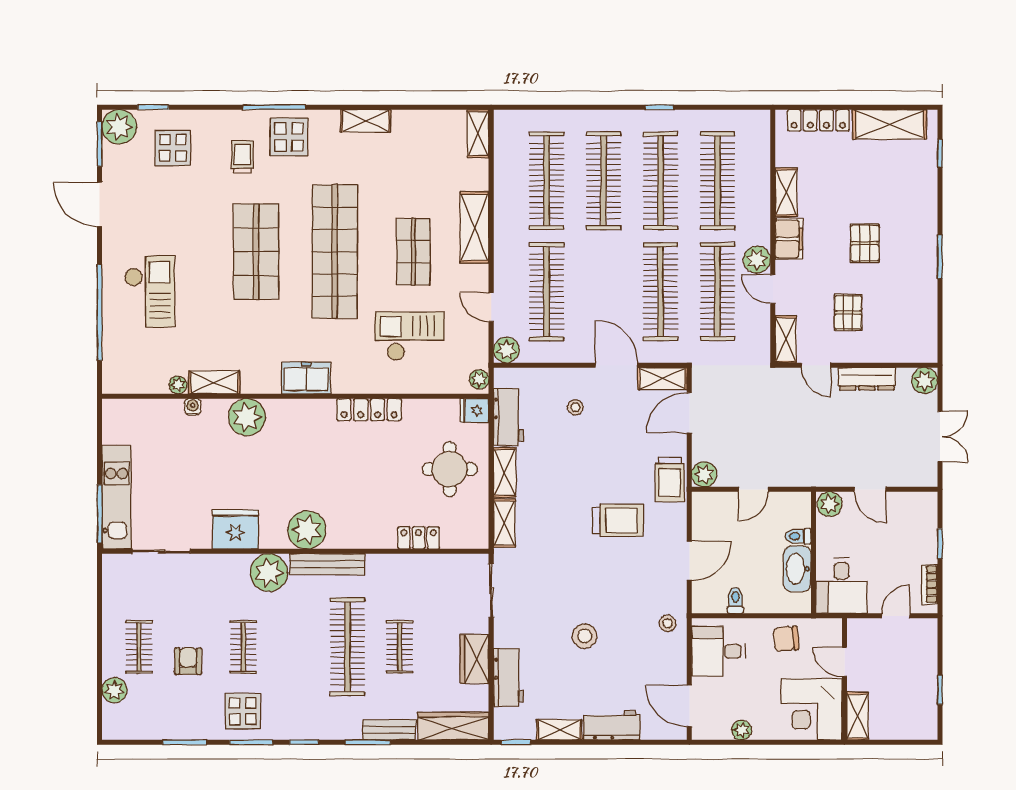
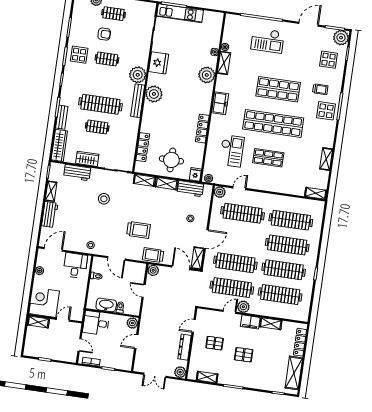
shelving: (366, 121) -> (326, 159), moved
shelving: (475, 227) -> (275, 186), removed
shelving: (786, 339) -> (207, 377), moved
trolley: (618, 520) -> (139, 230), turned -90
locker: (419, 538) -> (143, 147), width x1.53
stool: (585, 636) -> (104, 199), moved
chair: (786, 639) -> (76, 296), removed

